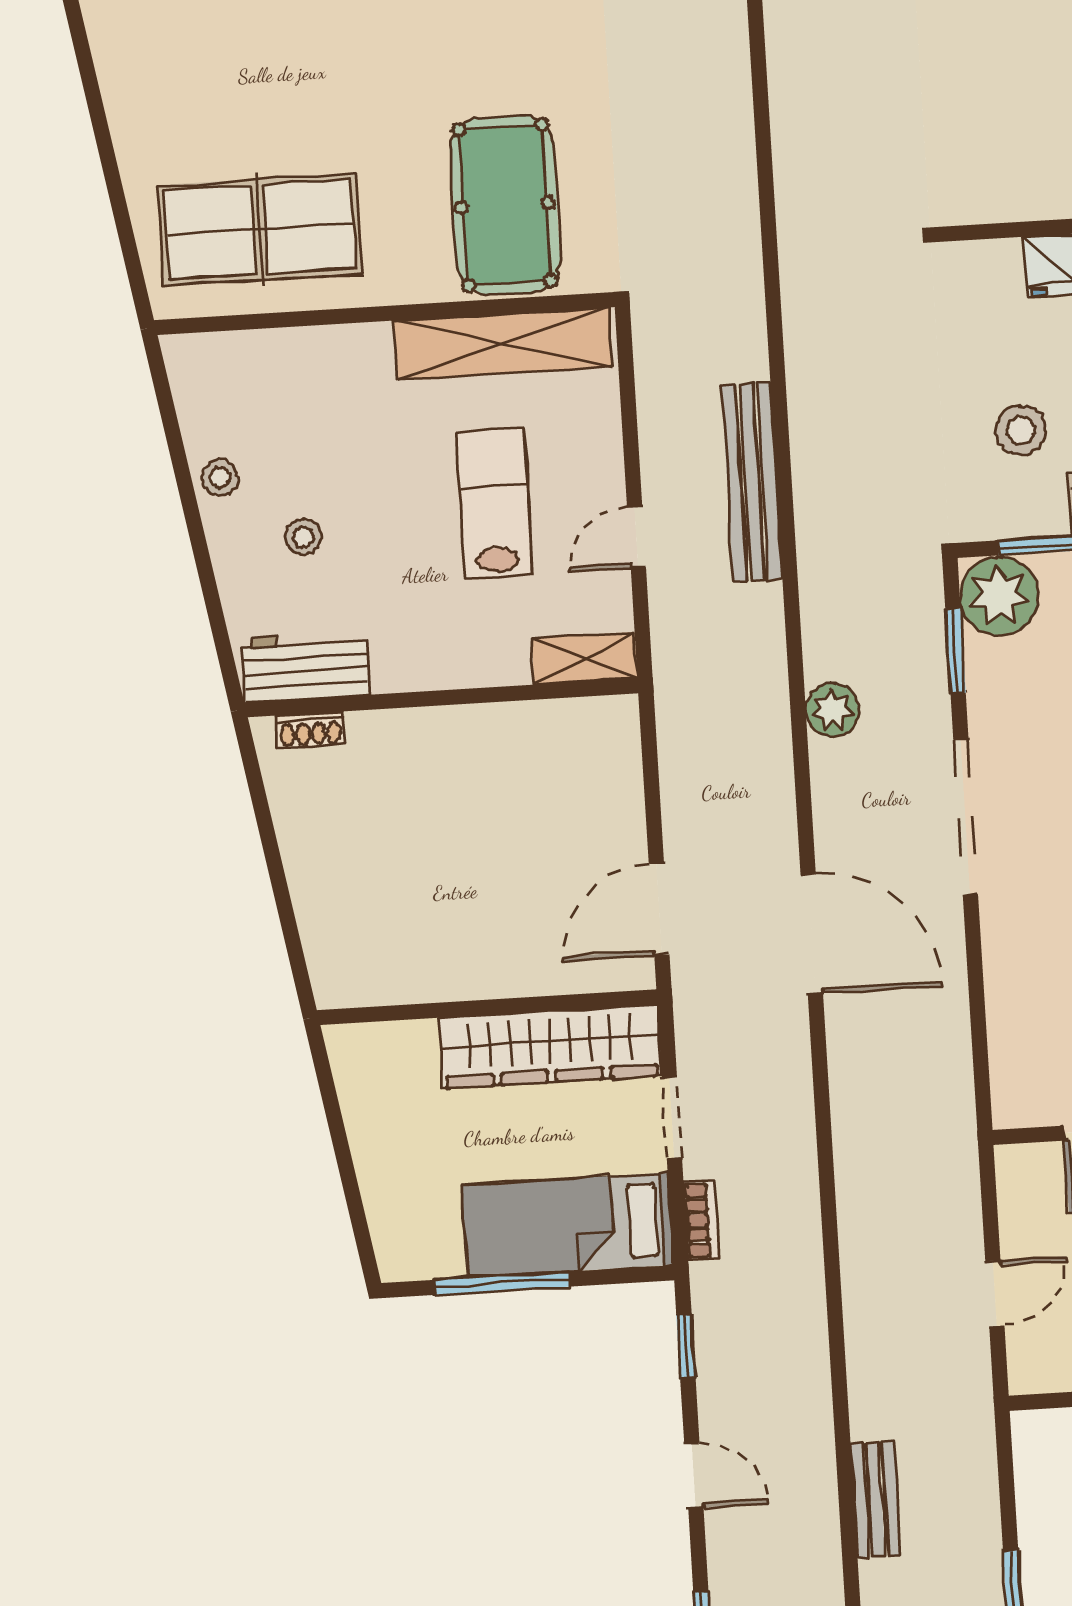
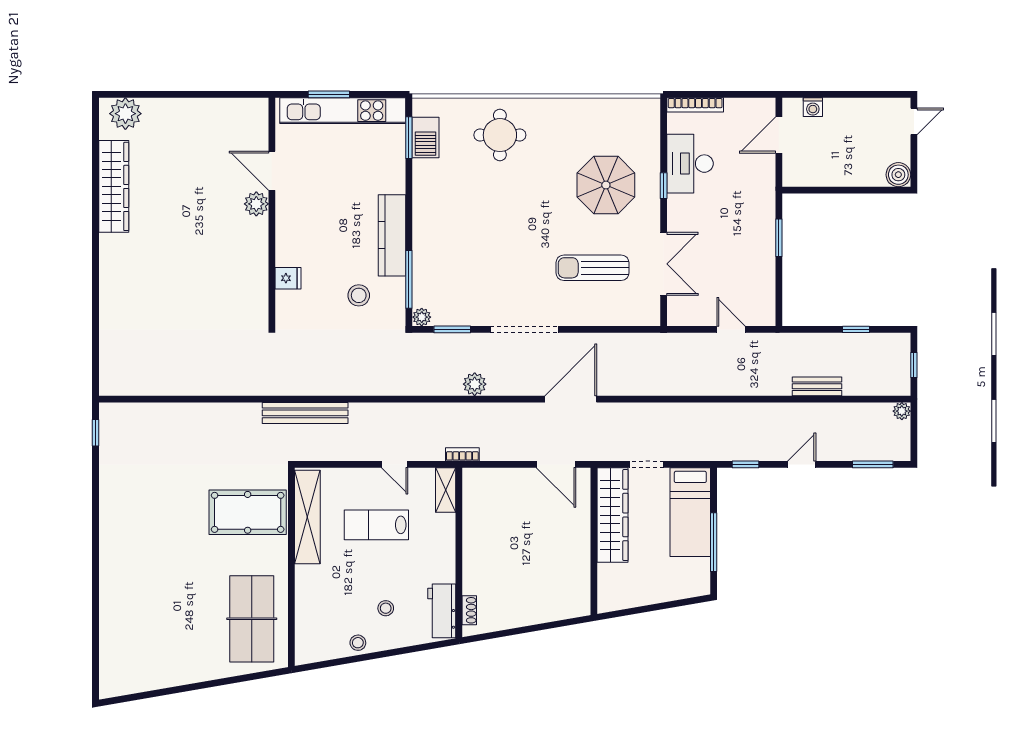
bench: (752, 482) -> (305, 413), moved
plant: (999, 596) -> (422, 317), width x0.53, depth x0.53
bookcase: (701, 1220) -> (462, 454), moved

